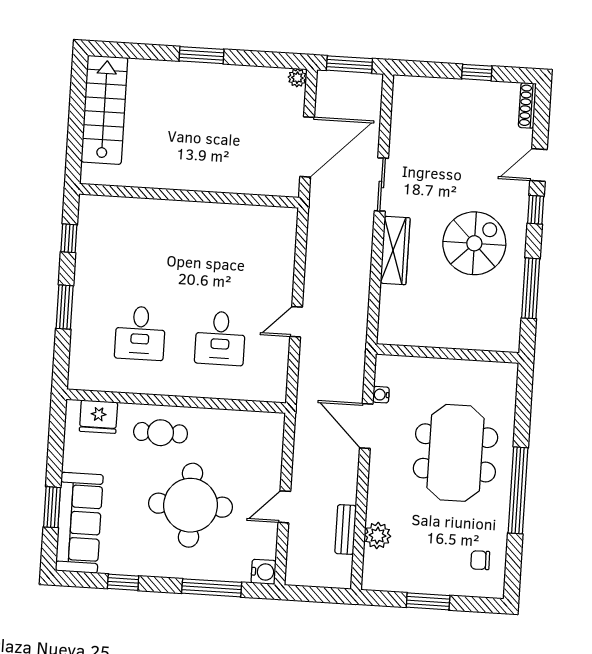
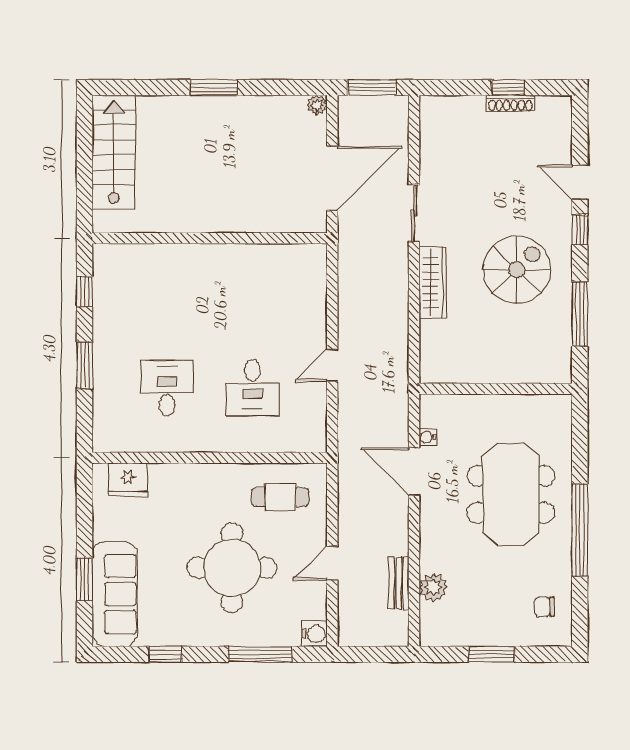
shoe rack: (527, 105) -> (510, 103), moved, turned -90
door: (538, 165) -> (580, 182), hinge flipped
desk: (140, 333) -> (167, 388), turned 180
cafe table: (161, 433) -> (280, 497), moved

